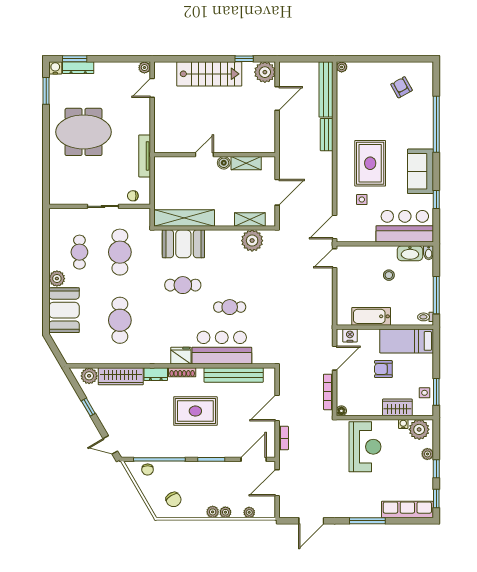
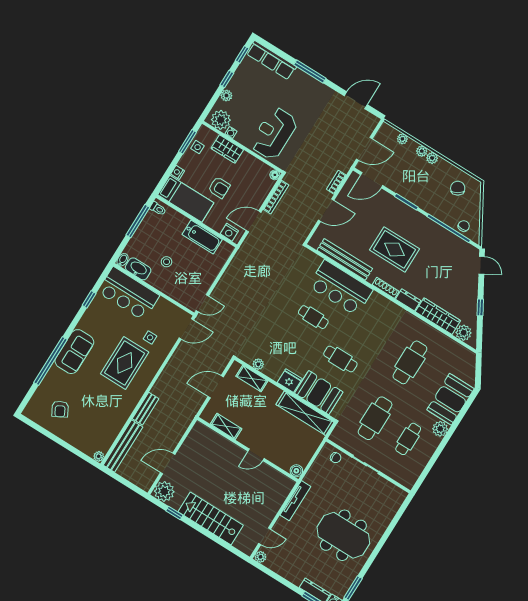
tv unit: (145, 156) -> (295, 501), moved
boiler: (224, 163) -> (296, 471), moved
sofa: (421, 171) -> (74, 352), moved
plant: (252, 241) -> (258, 364), width x0.53, depth x0.53
fridge: (181, 356) -> (290, 381), moved, turned 180
nightstand: (428, 360) -> (178, 172), added

